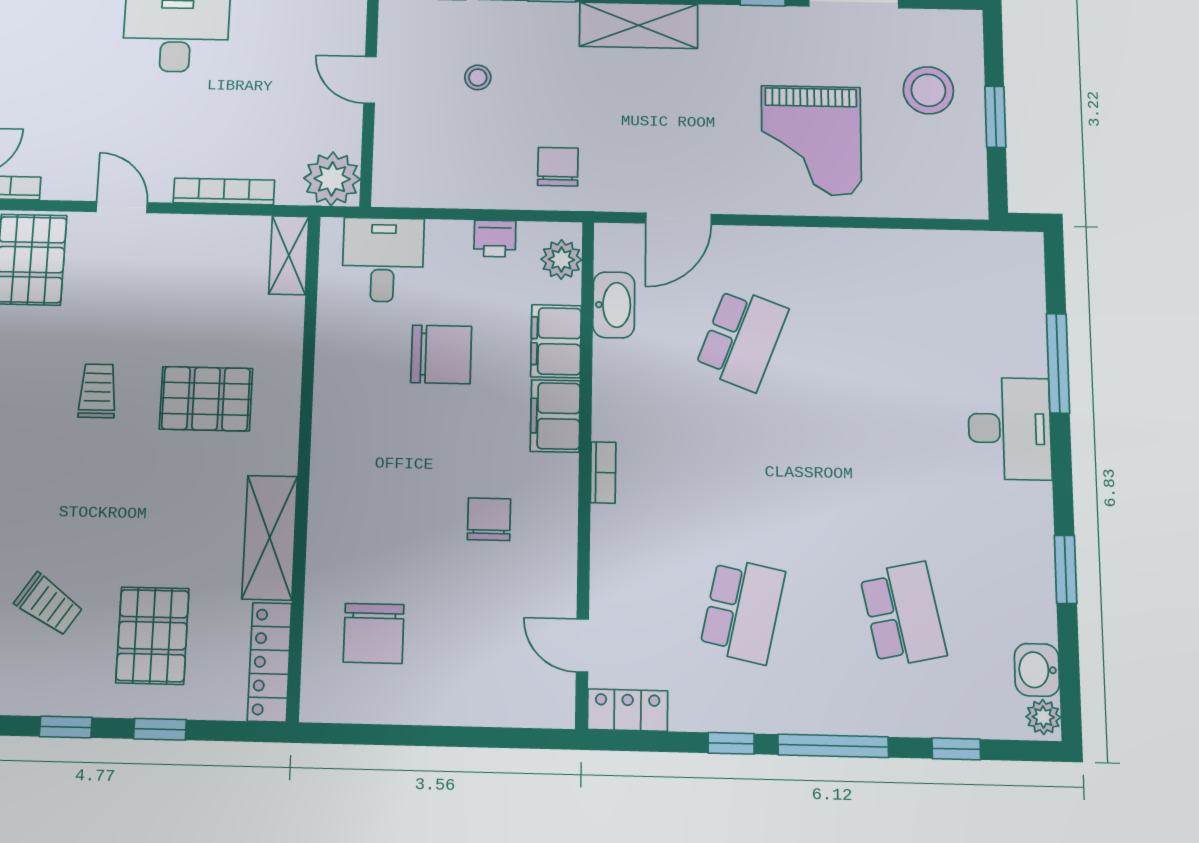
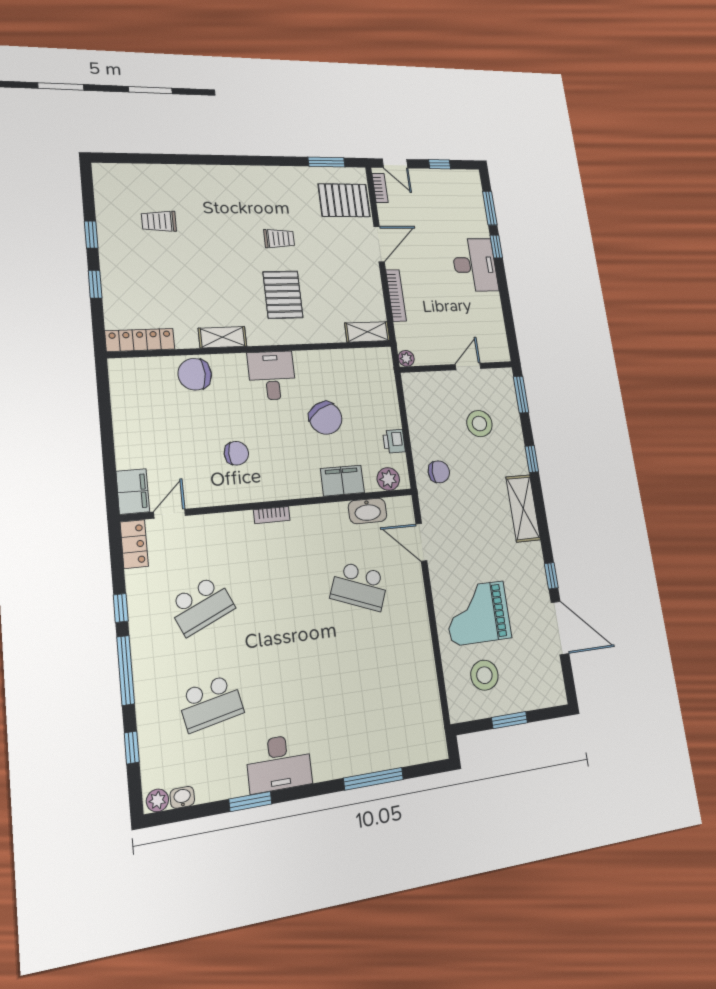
stool: (478, 77) -> (479, 424), width x1.89, depth x1.89
stool: (928, 90) -> (484, 675), moved
plant: (332, 179) -> (406, 358), width x0.53, depth x0.53
door: (122, 207) -> (379, 244), width x1.38
desk: (383, 260) -> (272, 376), moved, turned -90
chair: (441, 354) -> (326, 418), turned -31
filing cabinet: (555, 416) -> (133, 491), moved, turned 90
desk: (1010, 428) -> (279, 763), moved
shelving: (270, 538) -> (223, 337), width x0.67, depth x0.75
trolley: (49, 604) -> (159, 221), turned 56
school desk: (742, 610) -> (201, 605), turned -36
chair: (374, 633) -> (195, 374), moved
pallet: (152, 636) -> (148, 276), removed
washbasin: (1037, 670) -> (182, 797), width x0.72, depth x0.69

